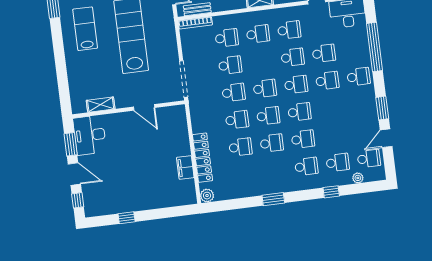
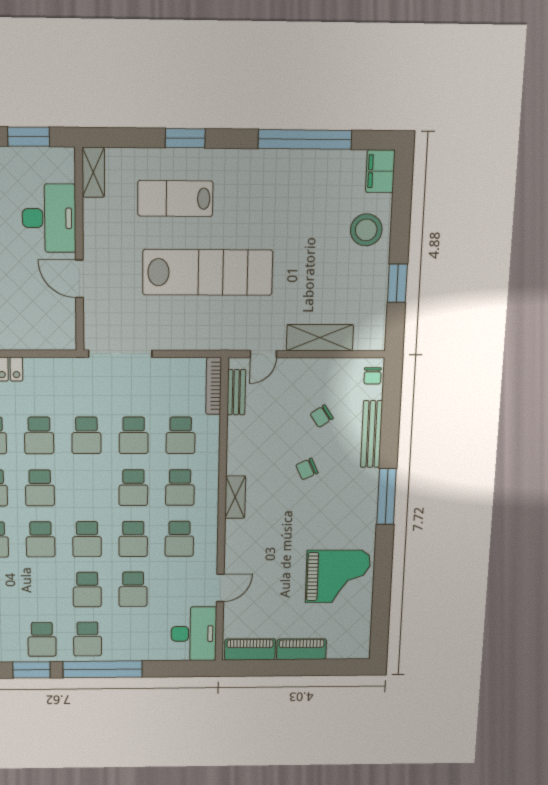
lab bench: (85, 29) -> (175, 198), moved, turned 180
window: (375, 47) -> (103, 669), moved
window: (60, 58) -> (185, 138), added
school desk: (265, 89) -> (133, 488), moved
school desk: (362, 104) -> (42, 639), added
shelving: (101, 105) -> (93, 172), moved
door: (144, 107) -> (79, 279), hinge flipped
desk: (90, 135) -> (49, 218), moved, turned 90

